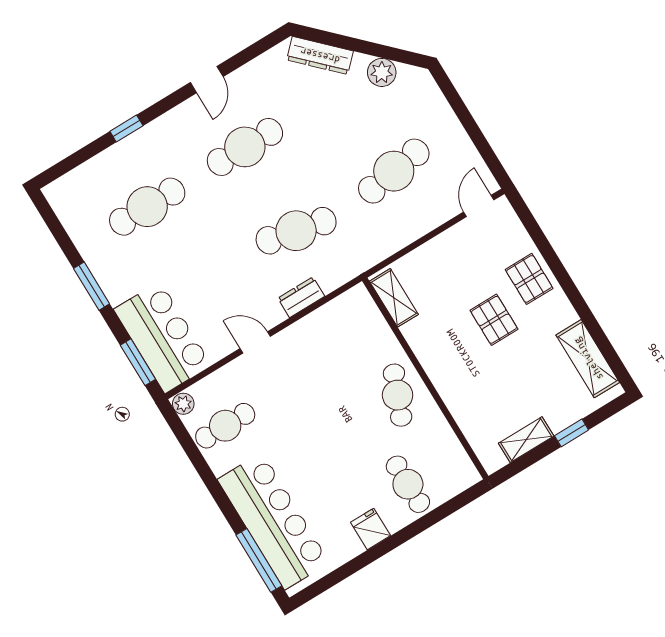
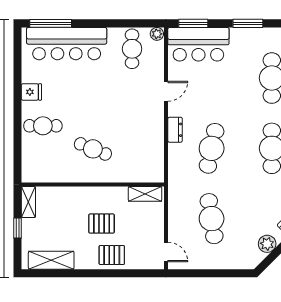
shelving: (394, 298) -> (145, 194), moved
wall: (425, 378) -> (93, 185), moved

